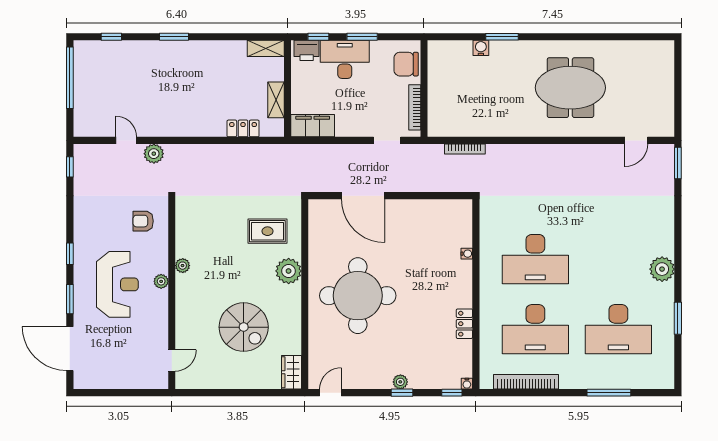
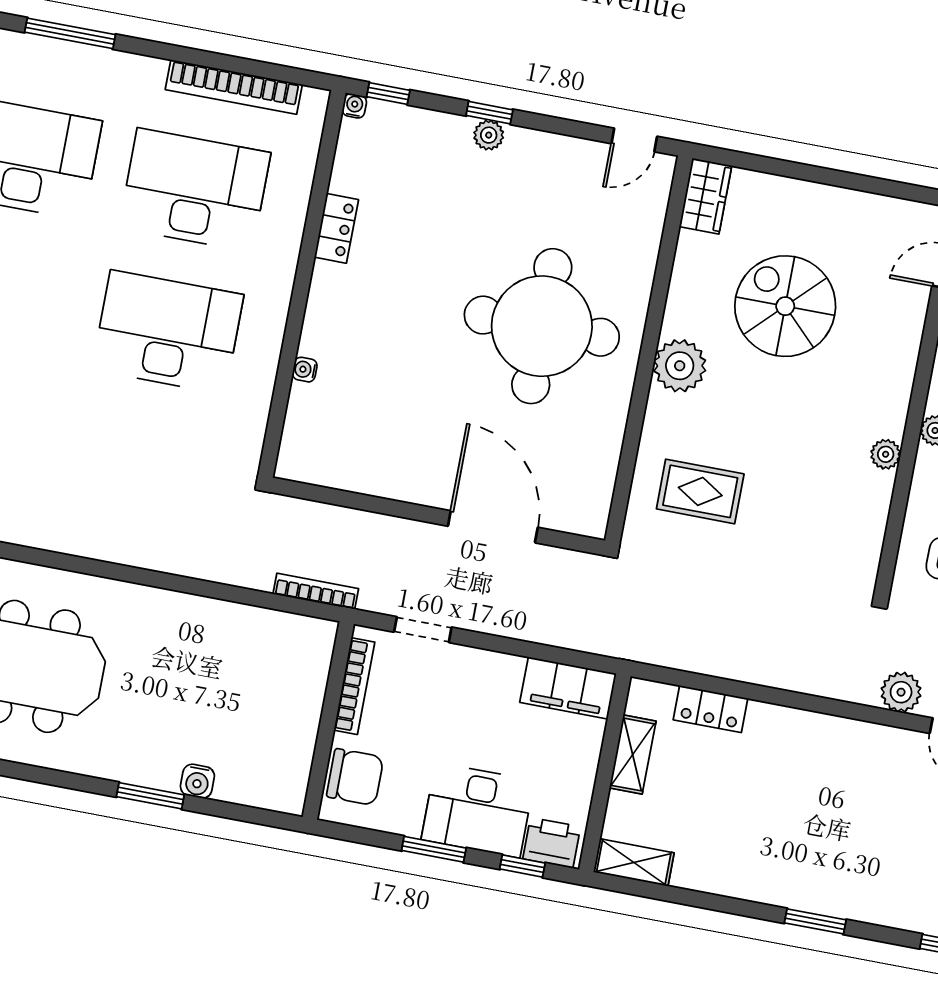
bookcase: (465, 149) -> (316, 591), moved
plant: (289, 271) -> (680, 366), moved

